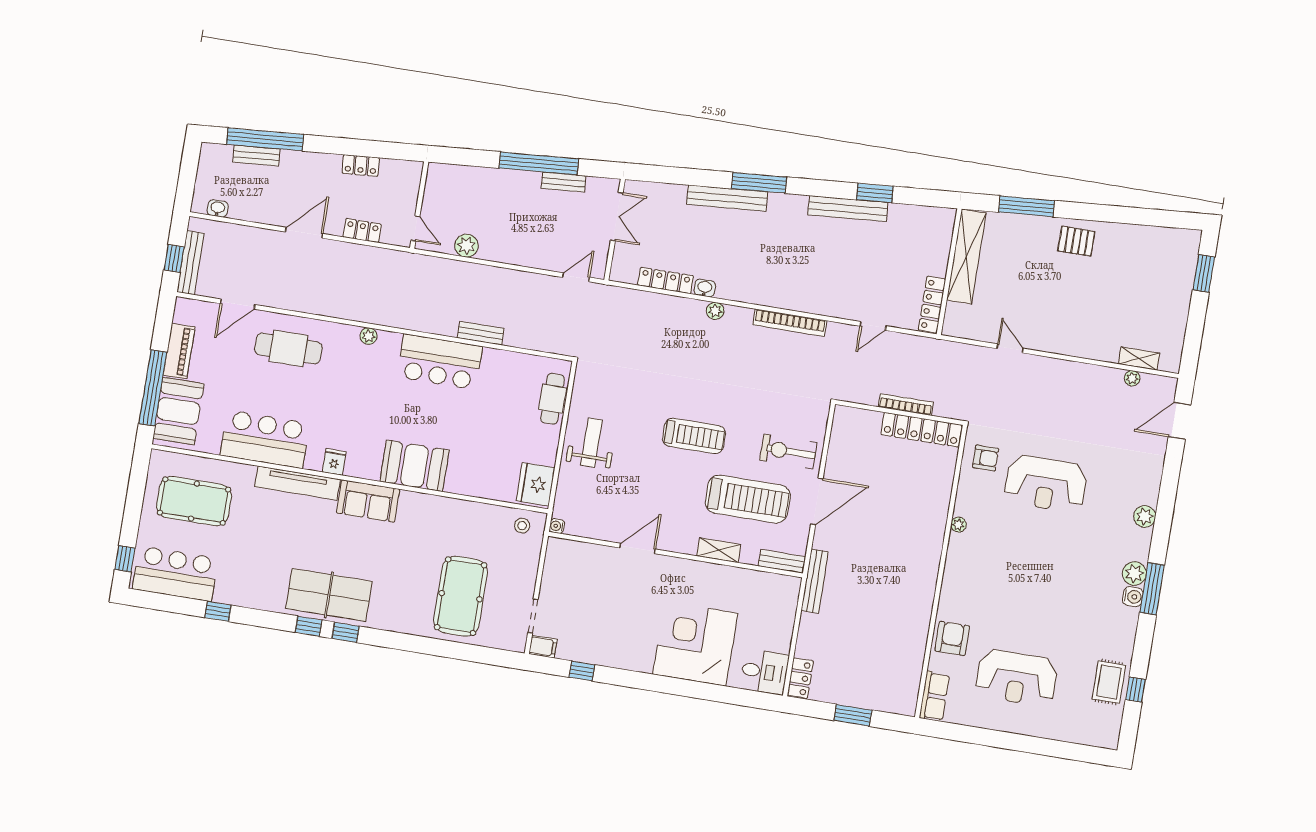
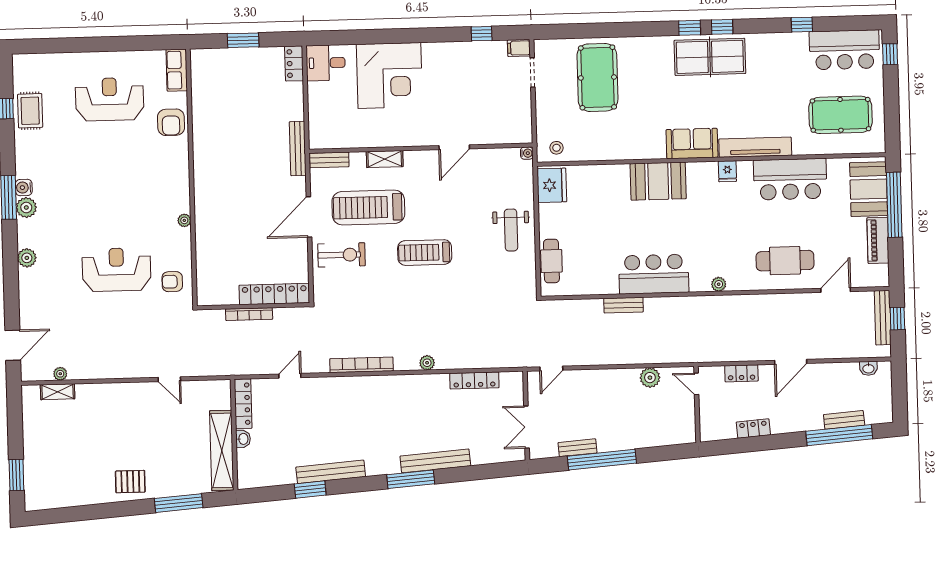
washbasin: (705, 288) -> (243, 439), moved, turned -90
locker: (921, 430) -> (274, 294), moved

